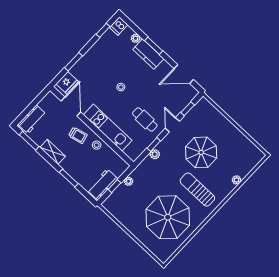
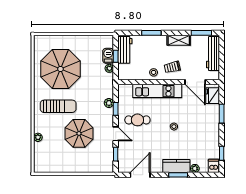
workbench: (32, 119) -> (213, 54), width x1.38
barbecue: (120, 192) -> (108, 56), added

